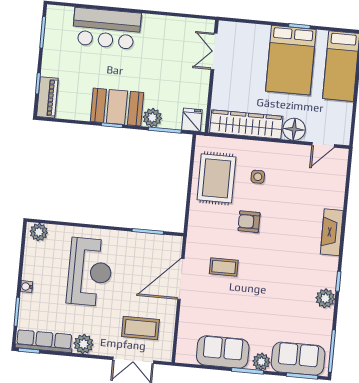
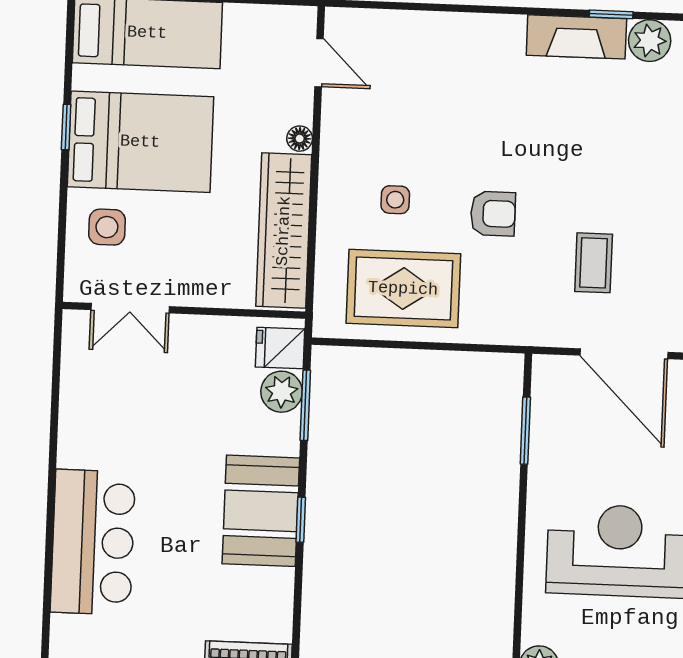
side table: (252, 43) -> (107, 227), added
plant: (152, 118) -> (282, 392), moved
floor lamp: (294, 129) -> (300, 139), width x0.53, depth x0.53
armchair: (249, 222) -> (493, 214), turned -90
fireplace: (332, 232) -> (576, 37), moved

